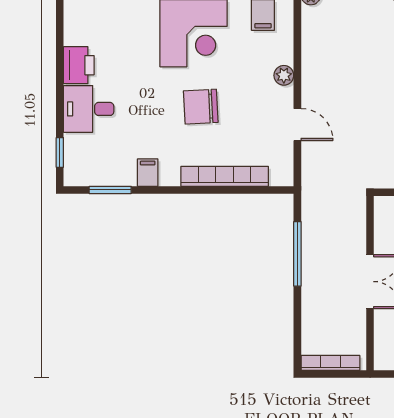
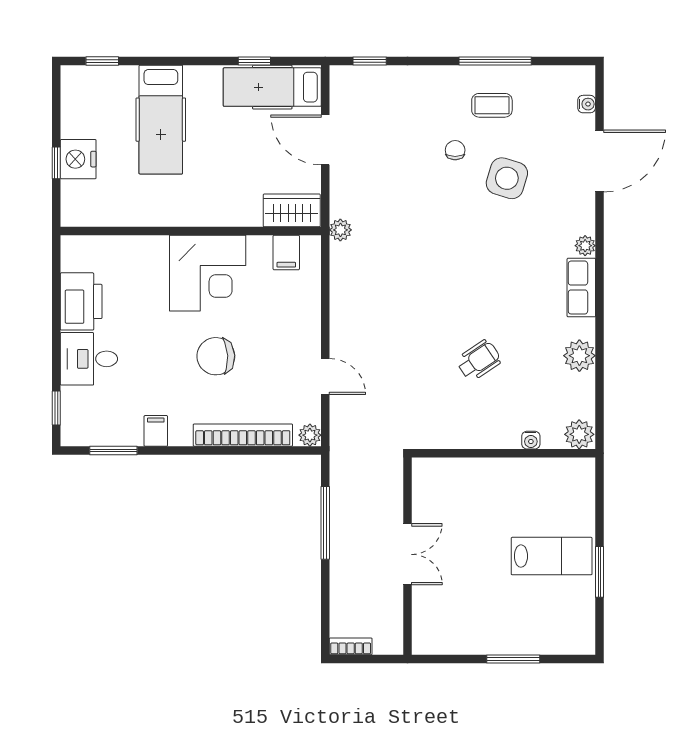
printer: (79, 65) -> (81, 301), width x1.37, depth x1.19
plant: (284, 75) -> (310, 435), moved
bookcase: (330, 363) -> (351, 646), width x0.64

